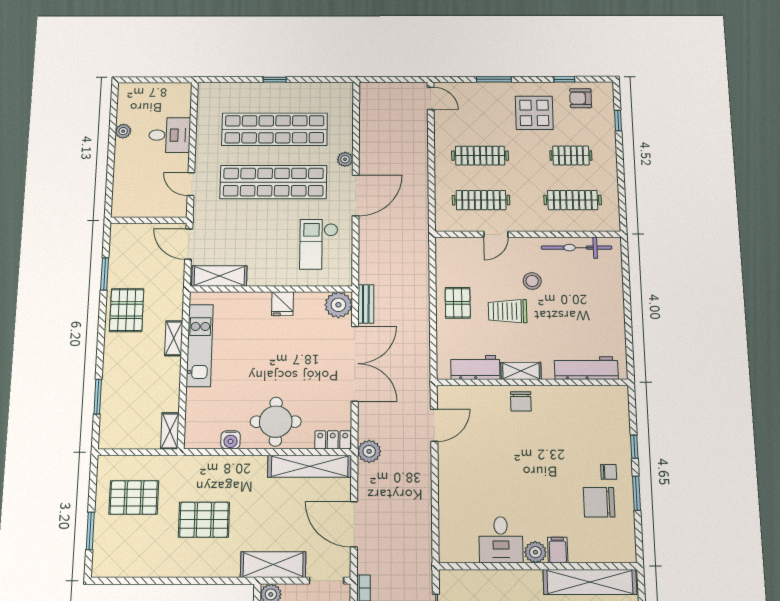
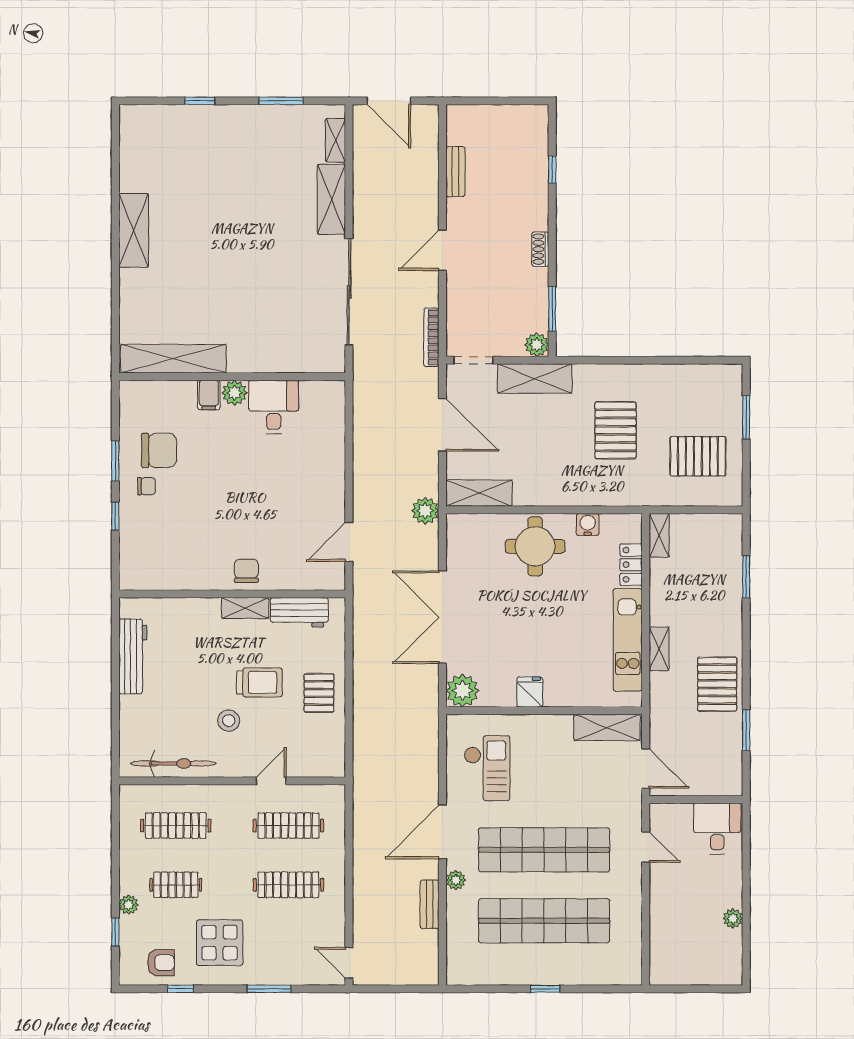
desk: (170, 135) -> (717, 829), moved, turned 90
plant: (608, 141) -> (128, 905), added
bench: (366, 304) -> (430, 904), moved
workbench: (586, 368) -> (133, 657), moved, turned -90
locker: (333, 440) -> (631, 565), moved, turned 90
shelving: (310, 466) -> (479, 493), width x0.68
chair: (609, 472) -> (147, 486), turned 180
pallet: (204, 520) -> (616, 430), turned 90

